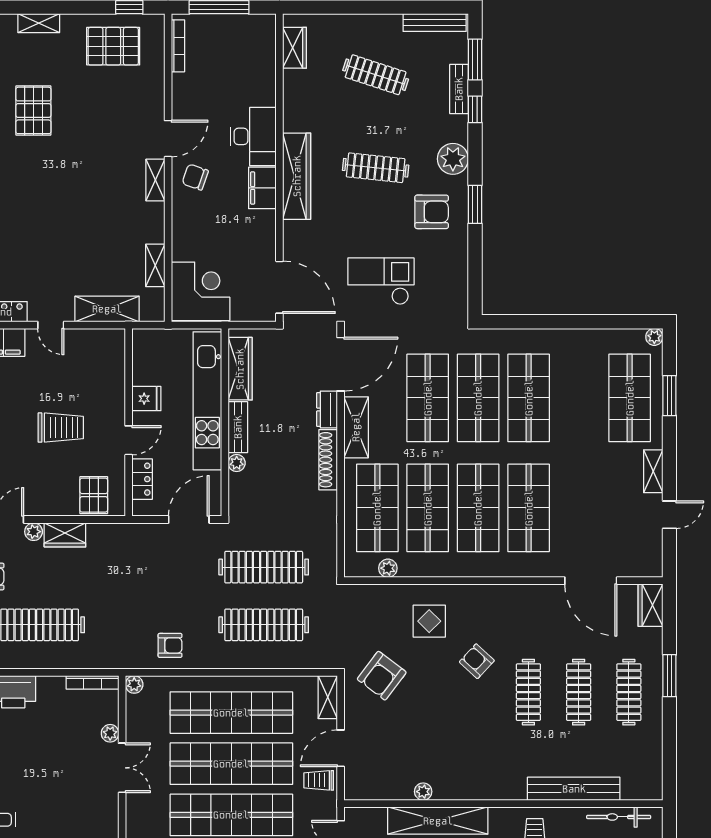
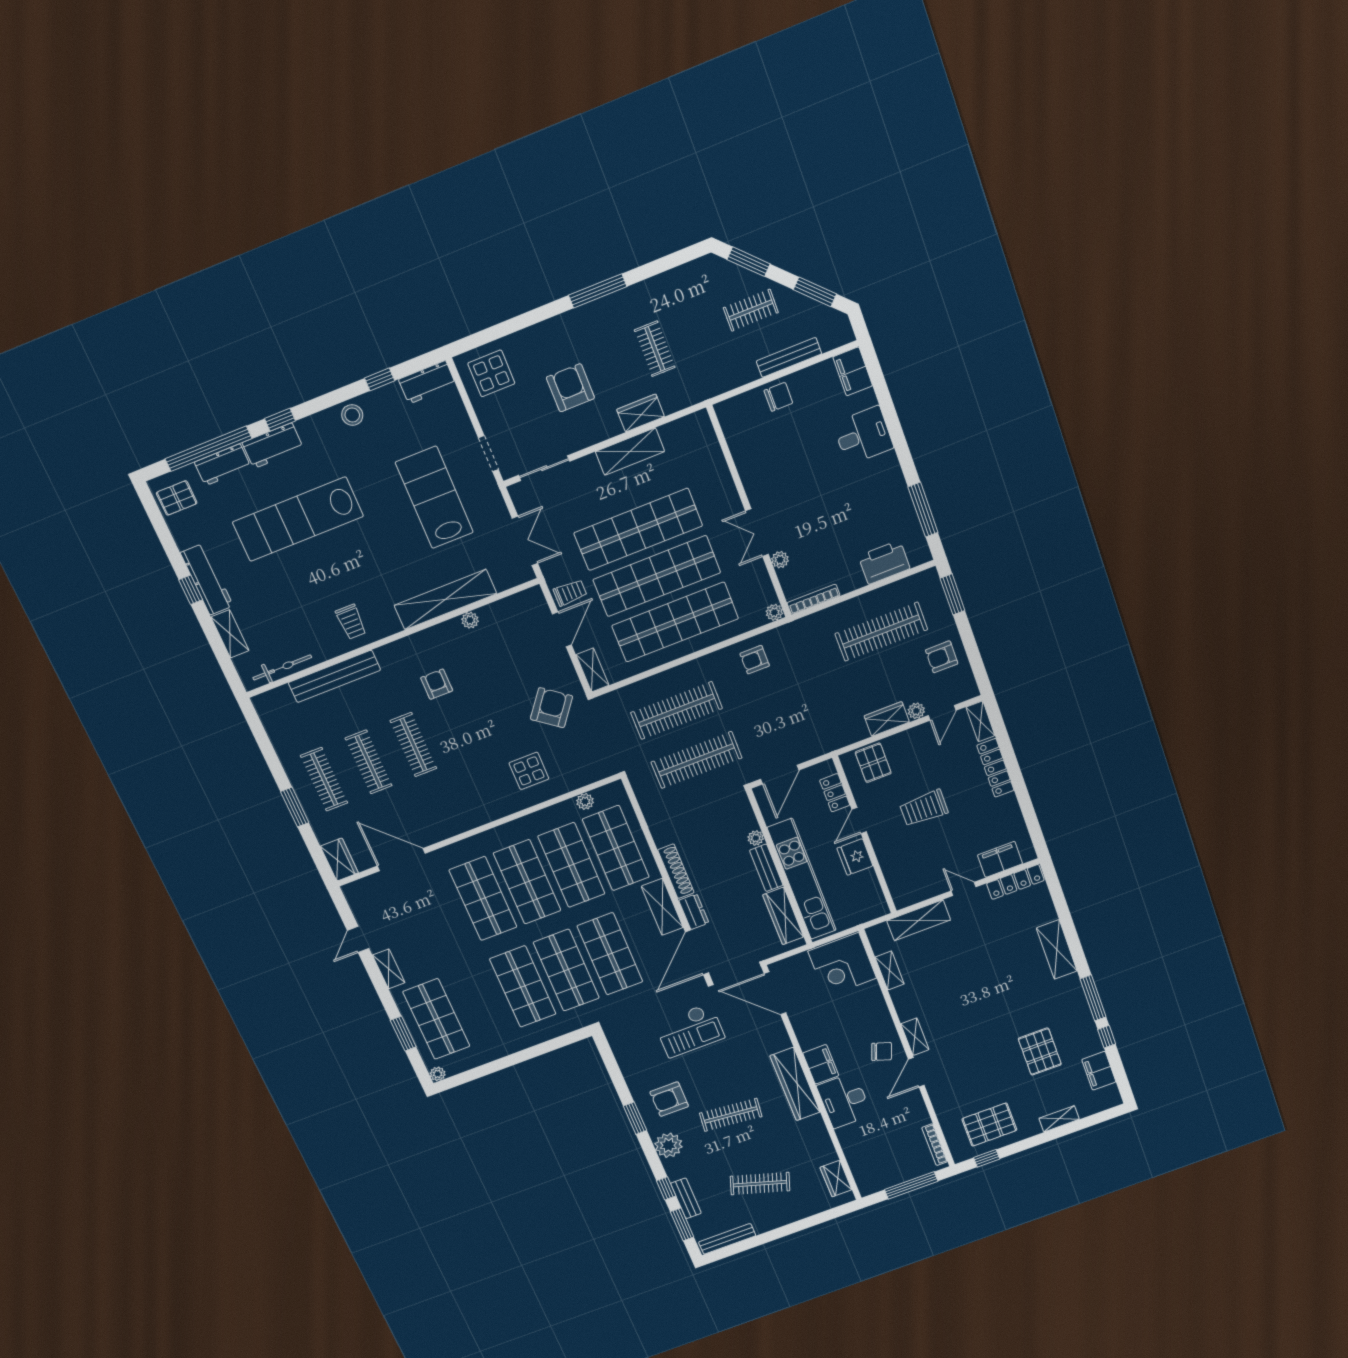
fridge: (146, 399) -> (855, 857), width x1.38
armchair: (477, 661) -> (437, 684), moved, turned -133

